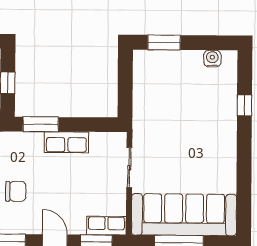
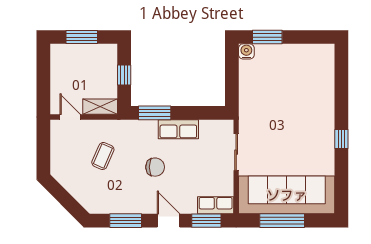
water cooler: (212, 59) -> (246, 51), moved
window: (244, 105) -> (341, 139), moved
chair: (16, 191) -> (155, 167), moved

